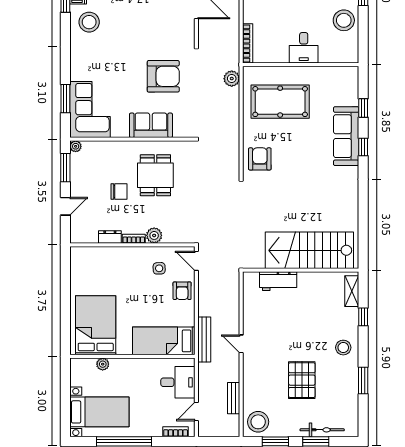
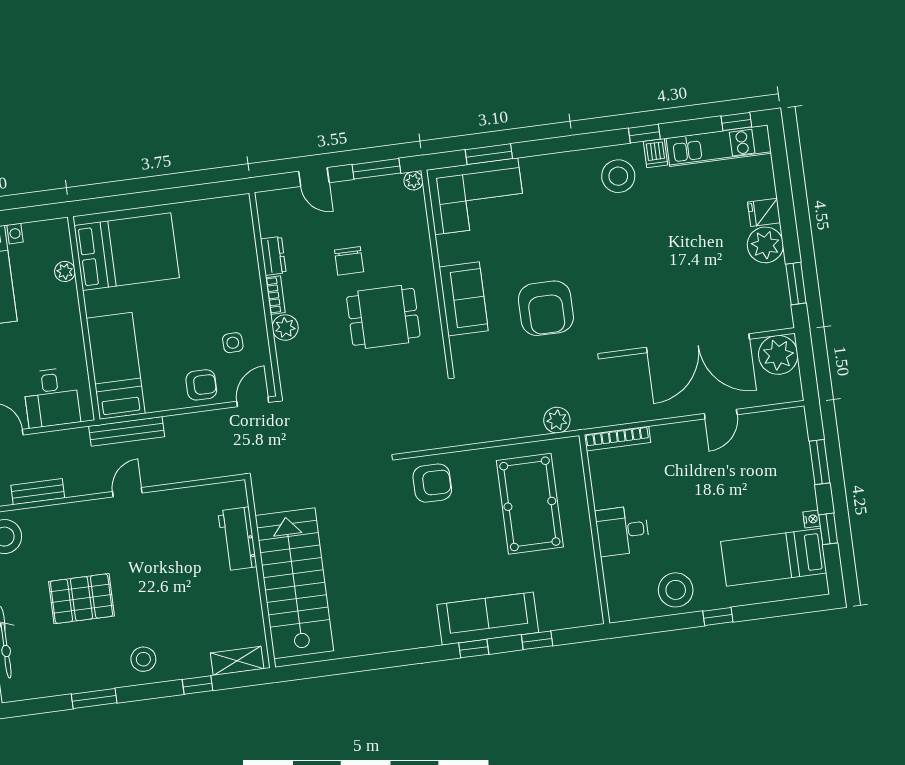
armchair: (182, 291) -> (201, 385), turned 180

